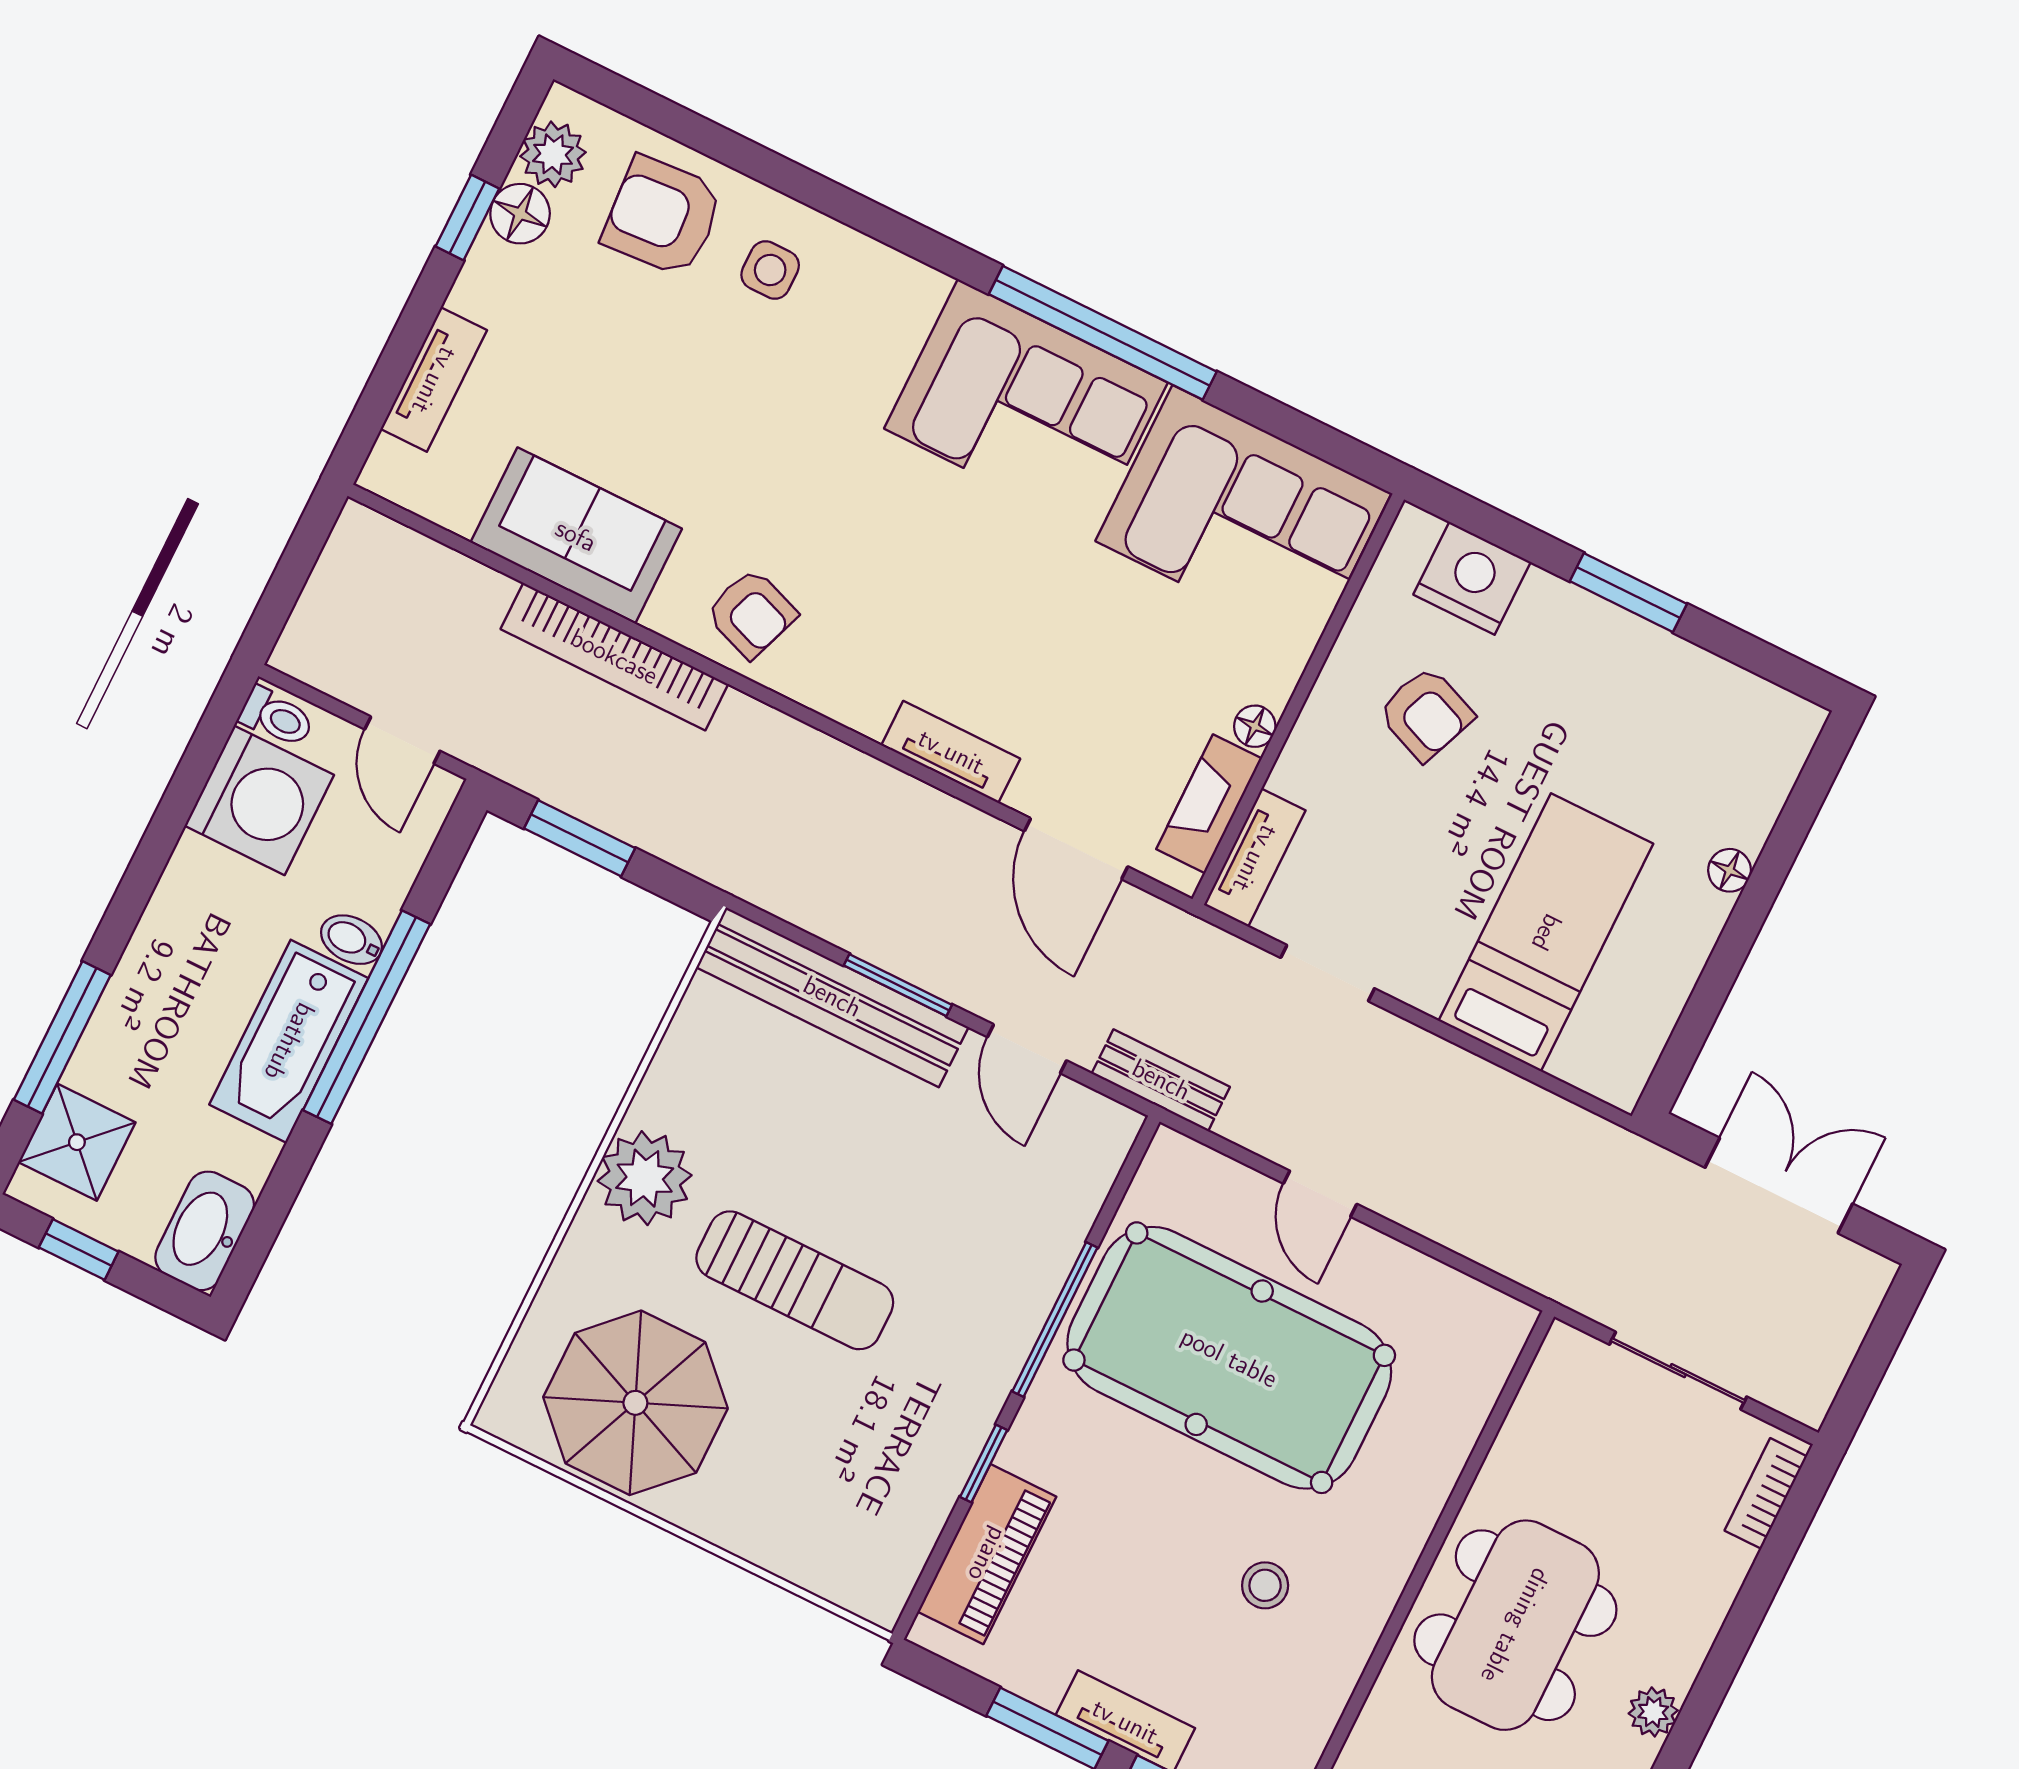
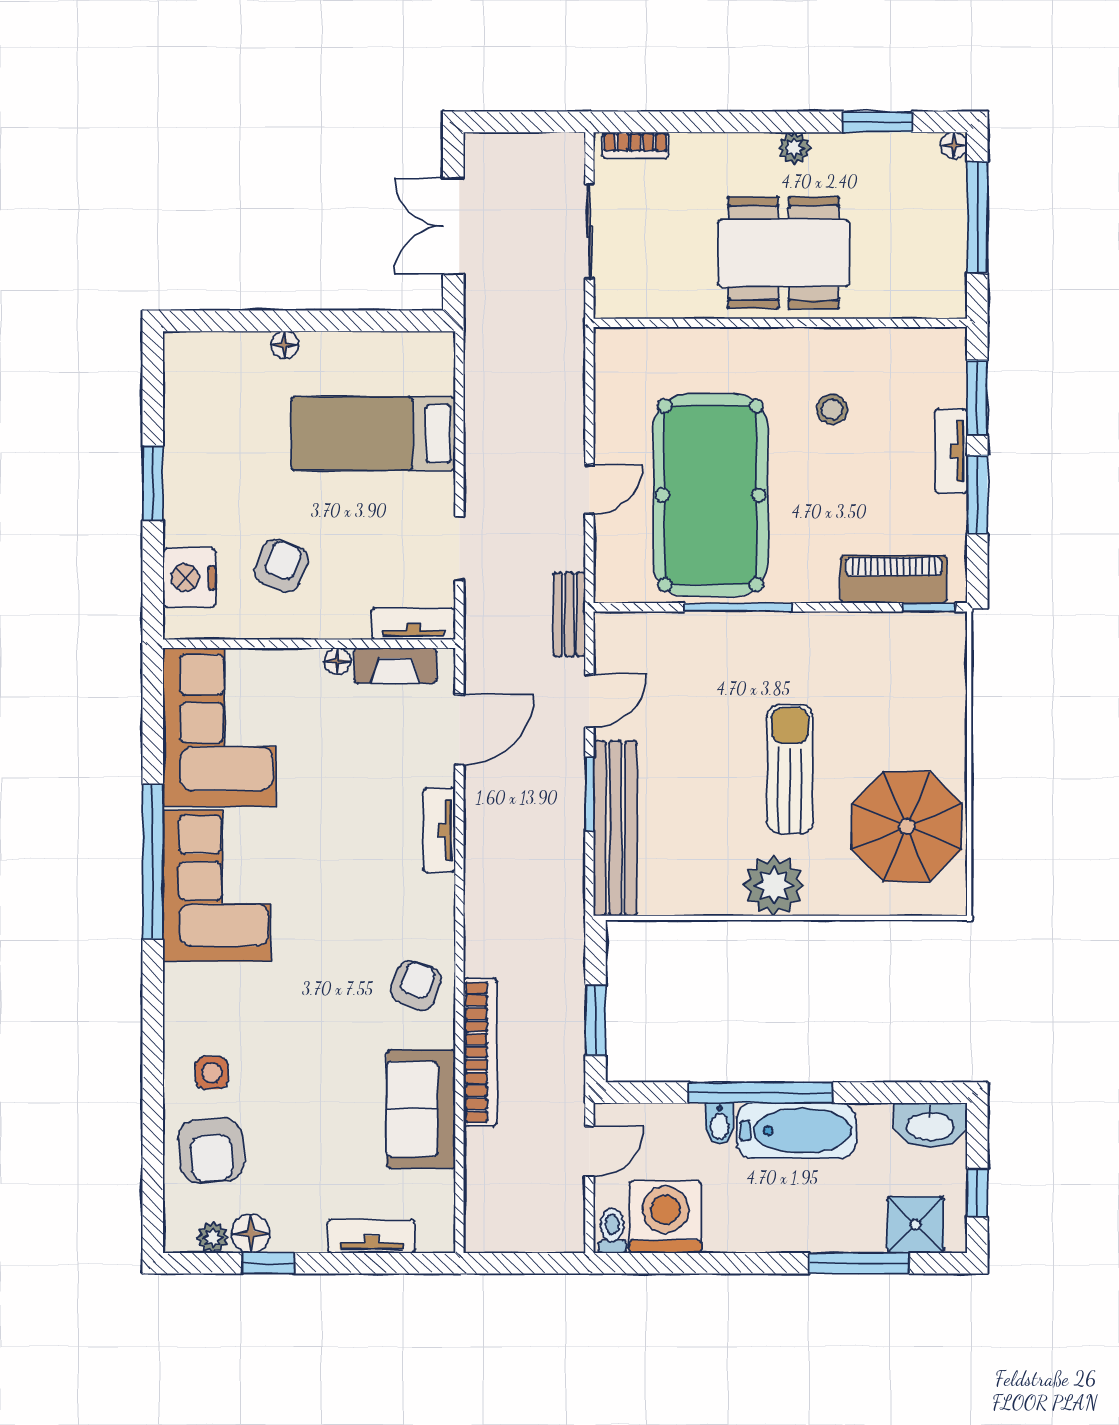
plant: (553, 154) -> (213, 1238), width x0.73, depth x0.73
window: (984, 1463) -> (929, 607), moved

